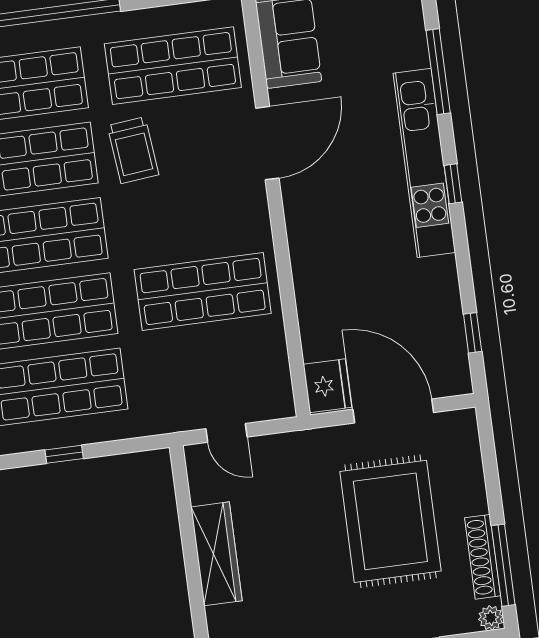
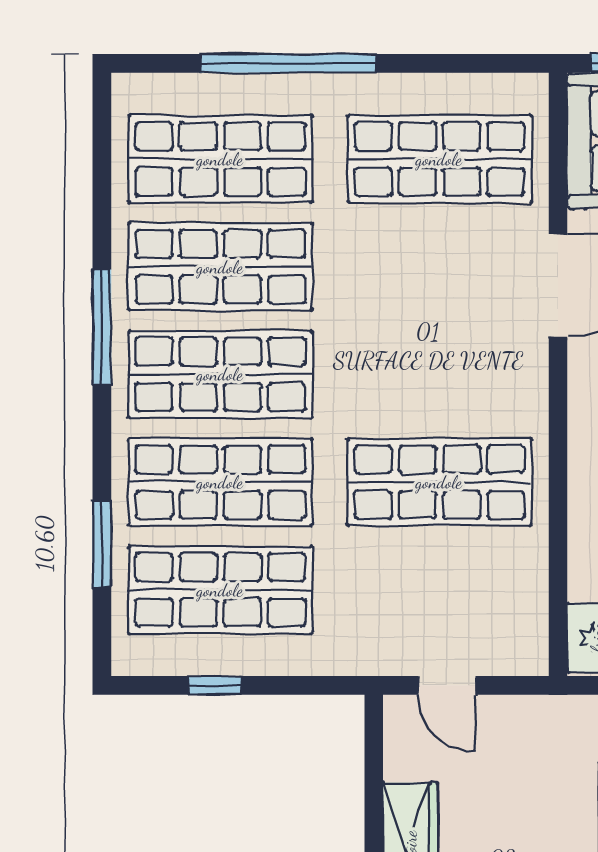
trolley: (133, 150) -> (368, 271), removed

